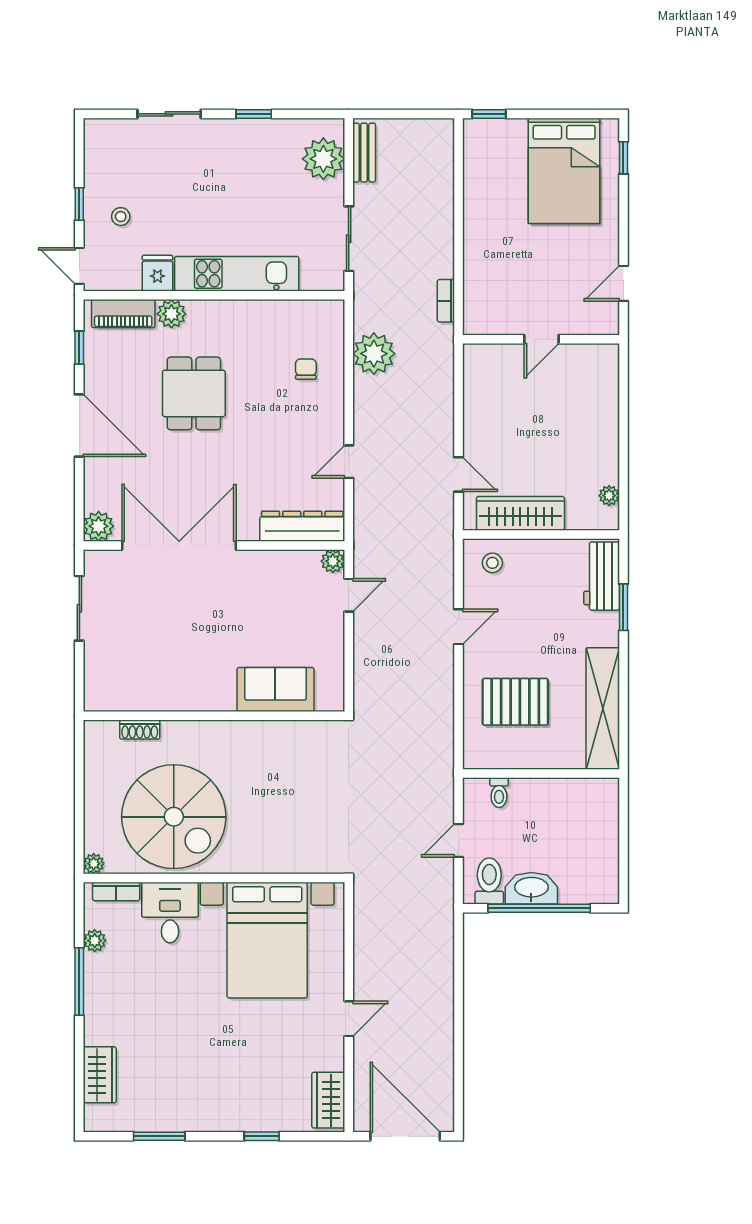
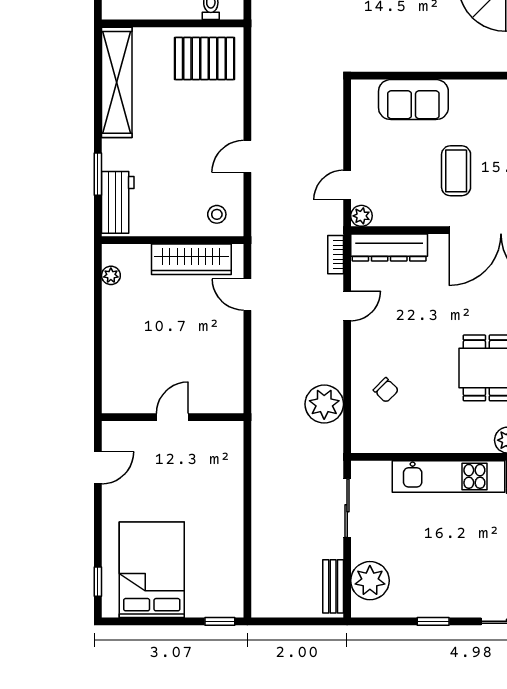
bookcase: (446, 301) -> (336, 255), moved, turned 180
chair: (306, 369) -> (386, 390), turned -45
coffee table: (228, 611) -> (456, 171), added
pallet: (515, 702) -> (204, 59), moved

